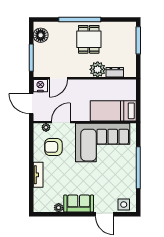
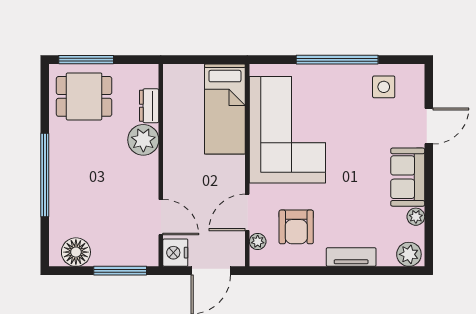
dining table: (89, 39) -> (84, 96), moved
door: (61, 122) -> (247, 212), hinge flipped
plant: (39, 204) -> (409, 254), added
side table: (124, 205) -> (384, 87), moved

